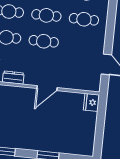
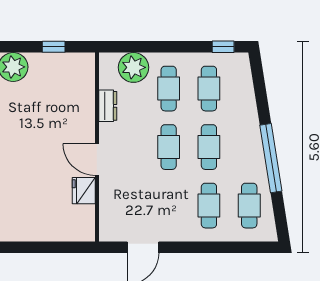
fridge: (91, 102) -> (84, 191), moved, turned -90

